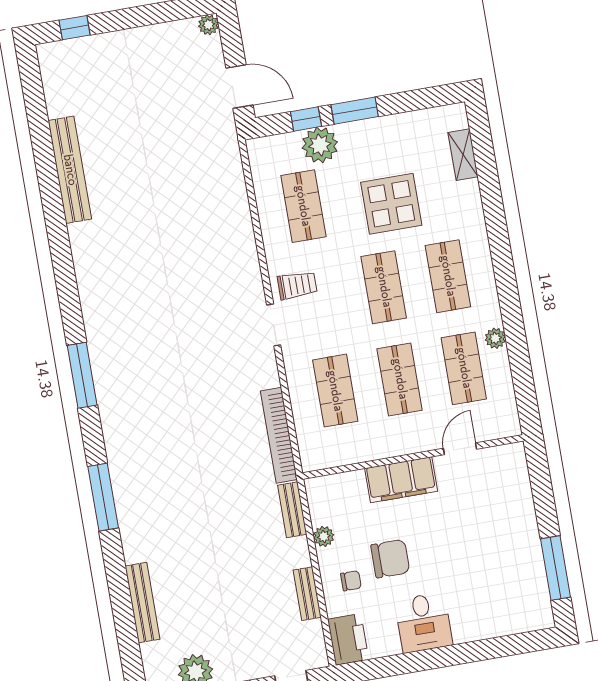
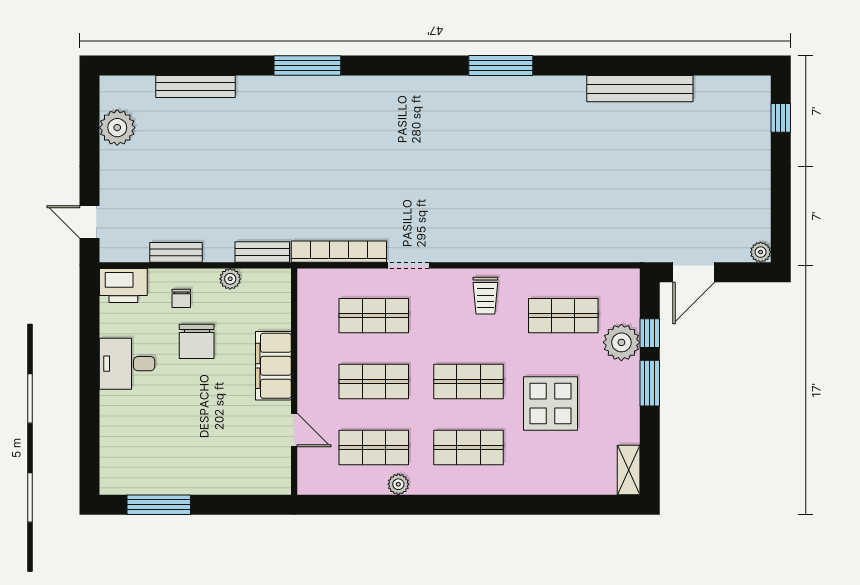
shelving: (463, 155) -> (629, 470), moved, turned 90
doorway: (274, 325) -> (408, 265), moved
window: (82, 375) -> (501, 66), moved

